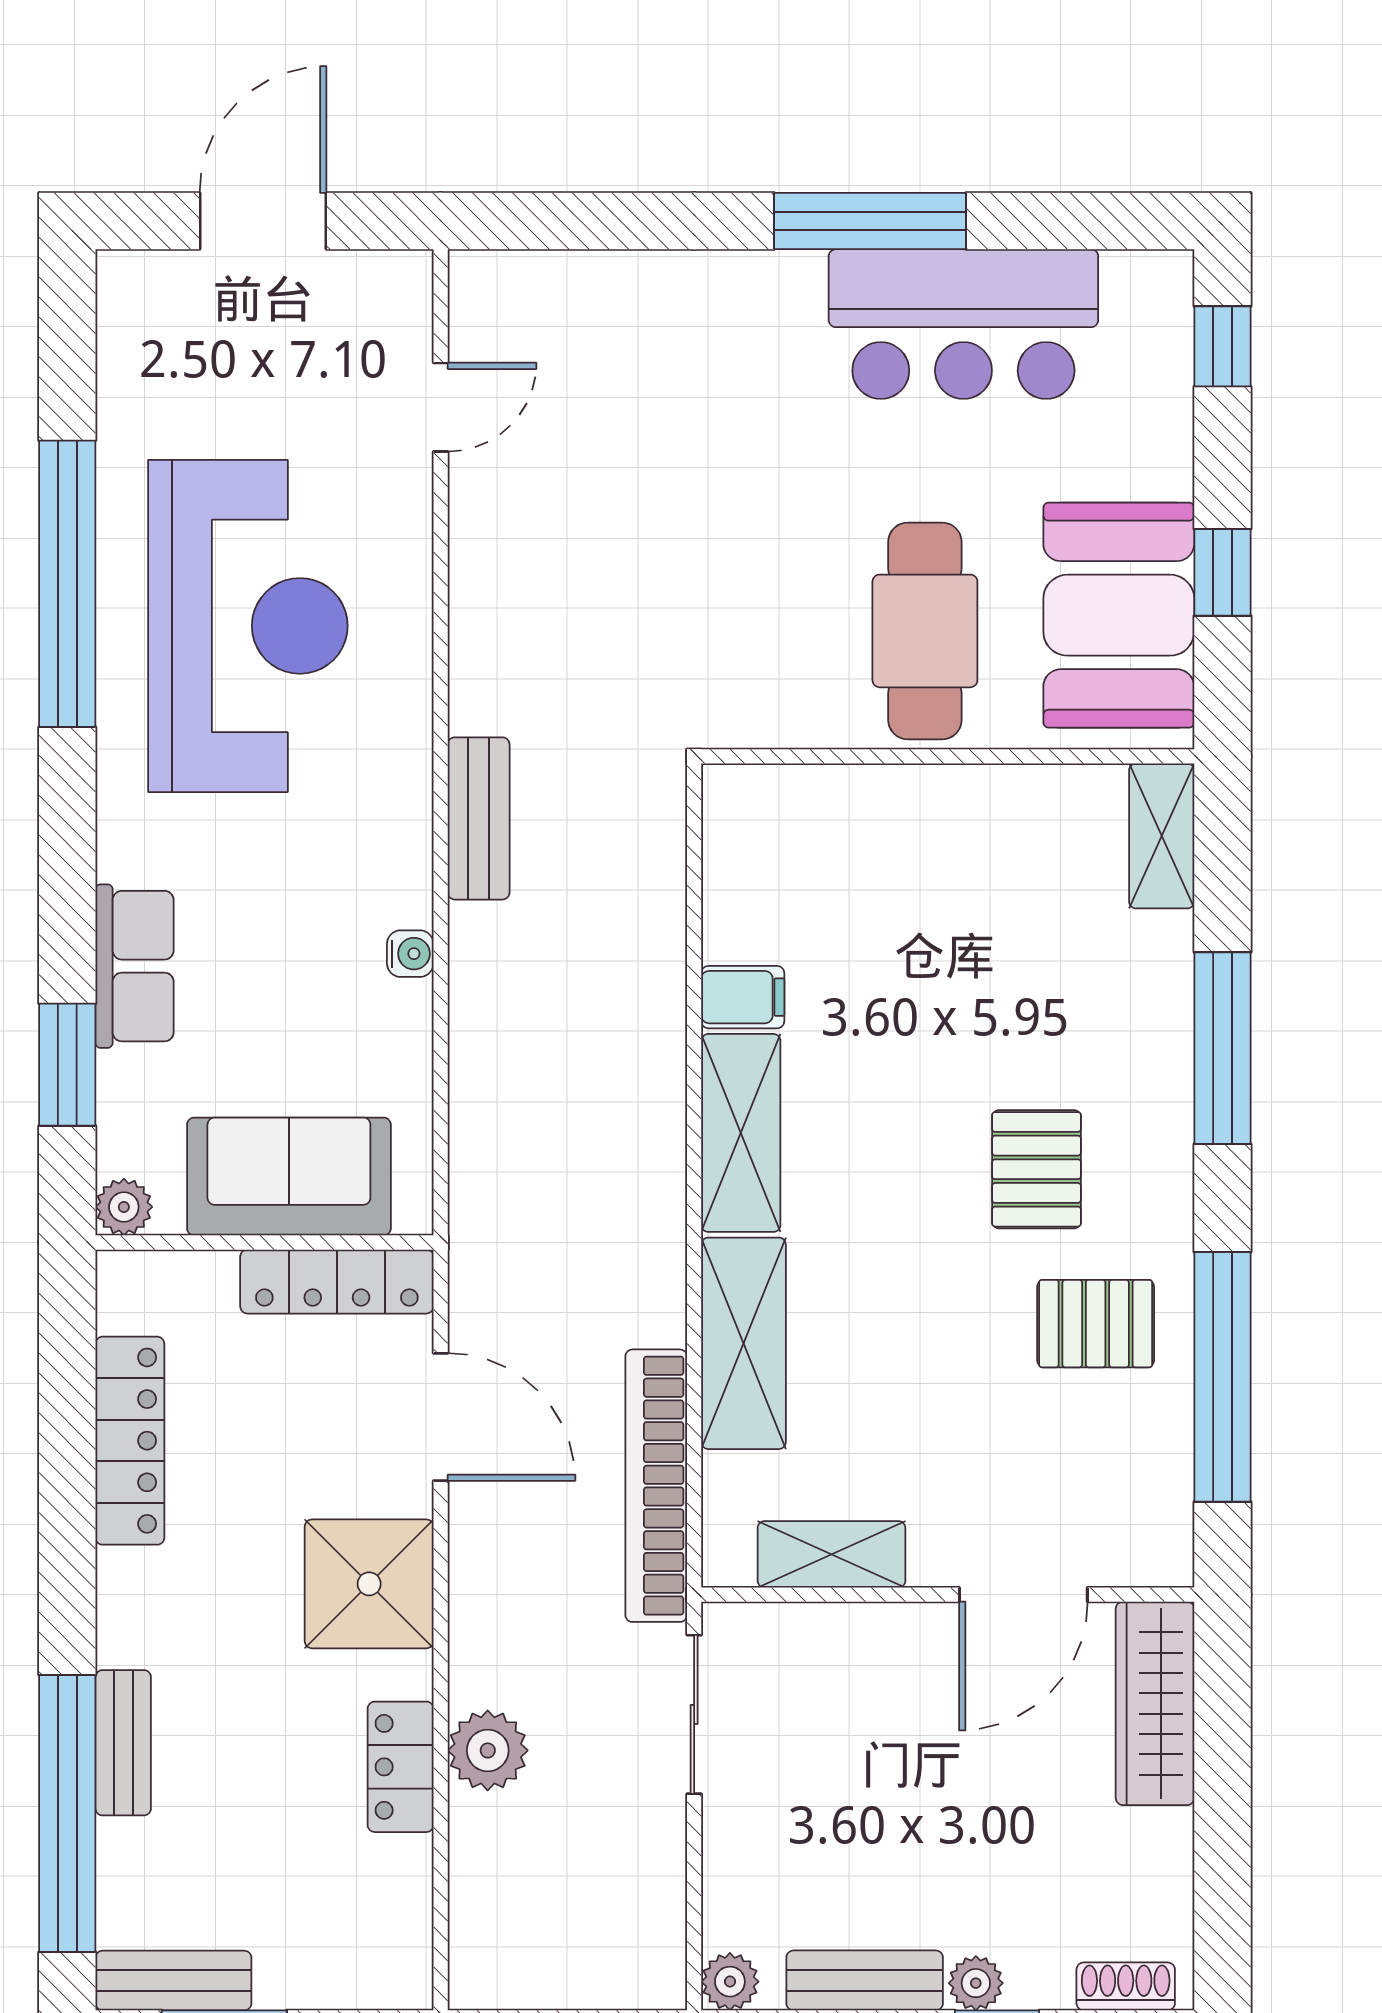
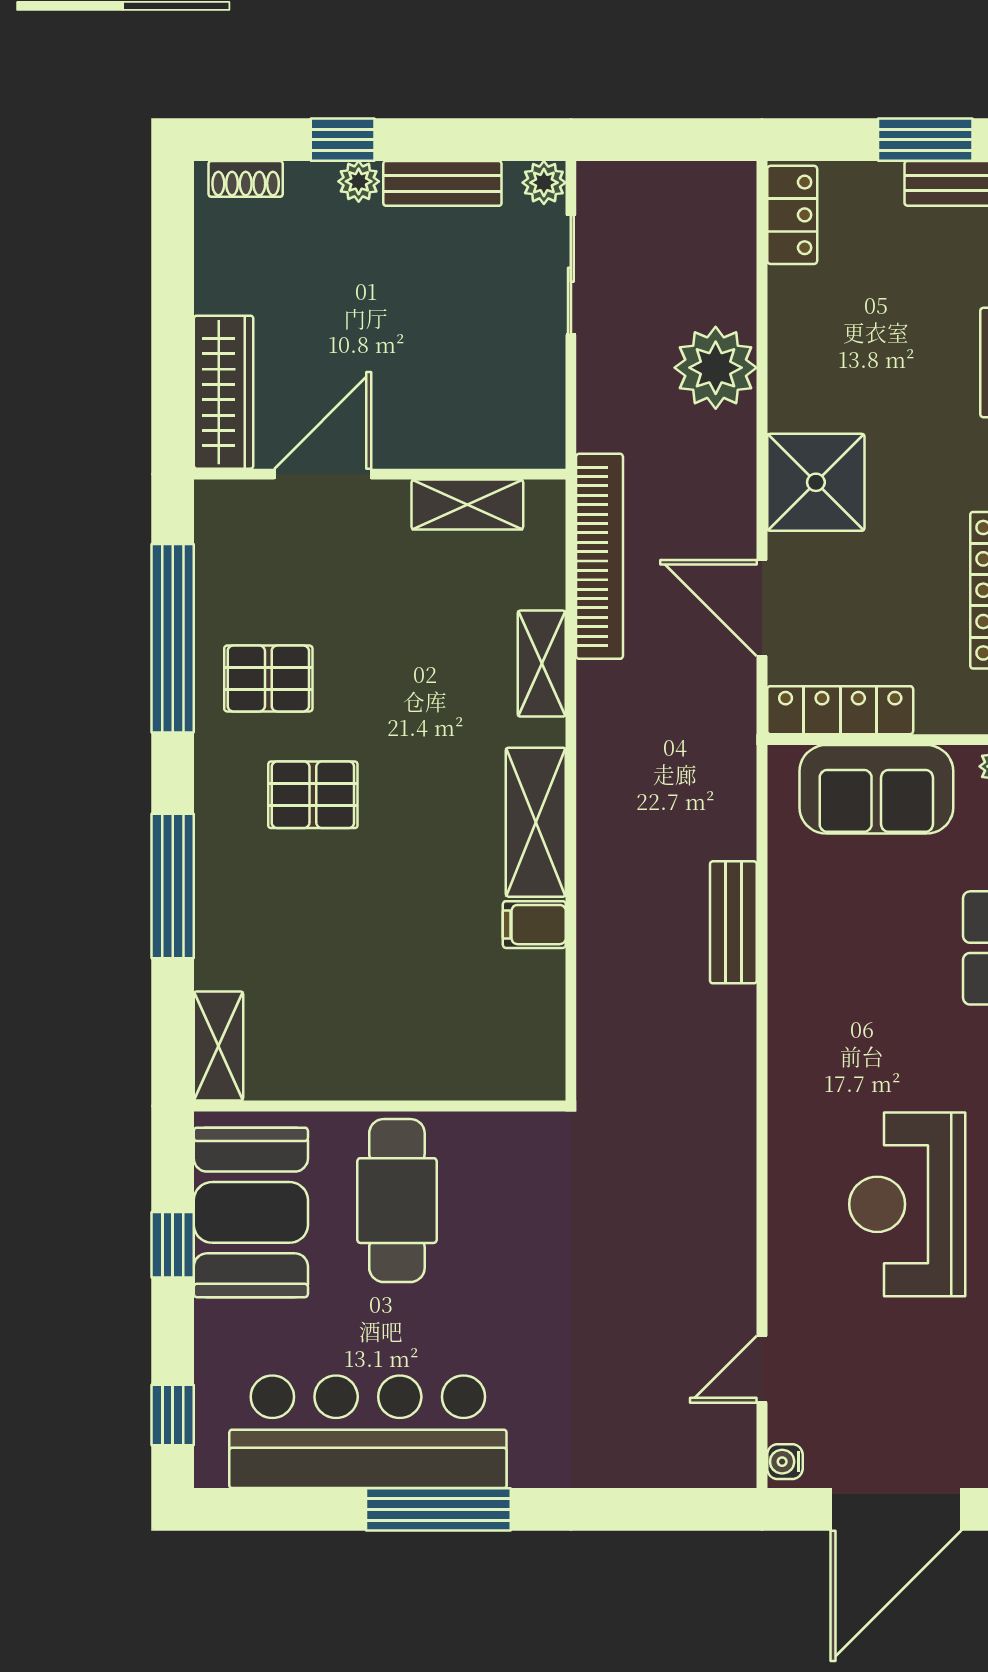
door: (263, 221) -> (896, 1509), width x1.36
bar counter: (963, 324) -> (368, 1432), width x1.36
reception desk: (248, 626) -> (907, 1204), width x0.74, depth x0.77
bench: (479, 818) -> (733, 922), moved
water cooler: (410, 954) -> (785, 1462), moved
pallet: (1036, 1169) -> (313, 795), turned 90
shelving: (744, 1343) -> (542, 664), width x0.67, depth x0.75
sliding door: (694, 1714) -> (571, 275), moved
plant: (488, 1750) -> (716, 368), width x1.36, depth x1.36
locker: (401, 1767) -> (792, 215), moved

